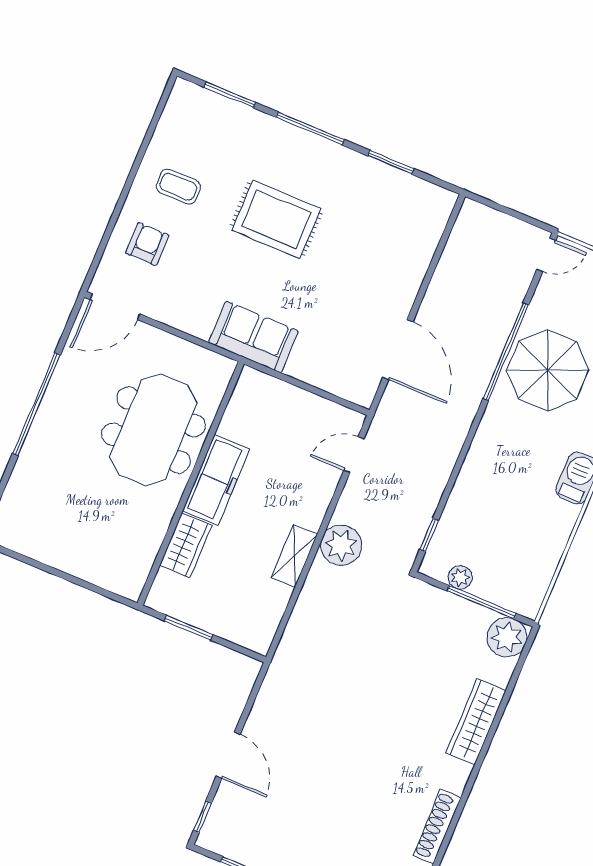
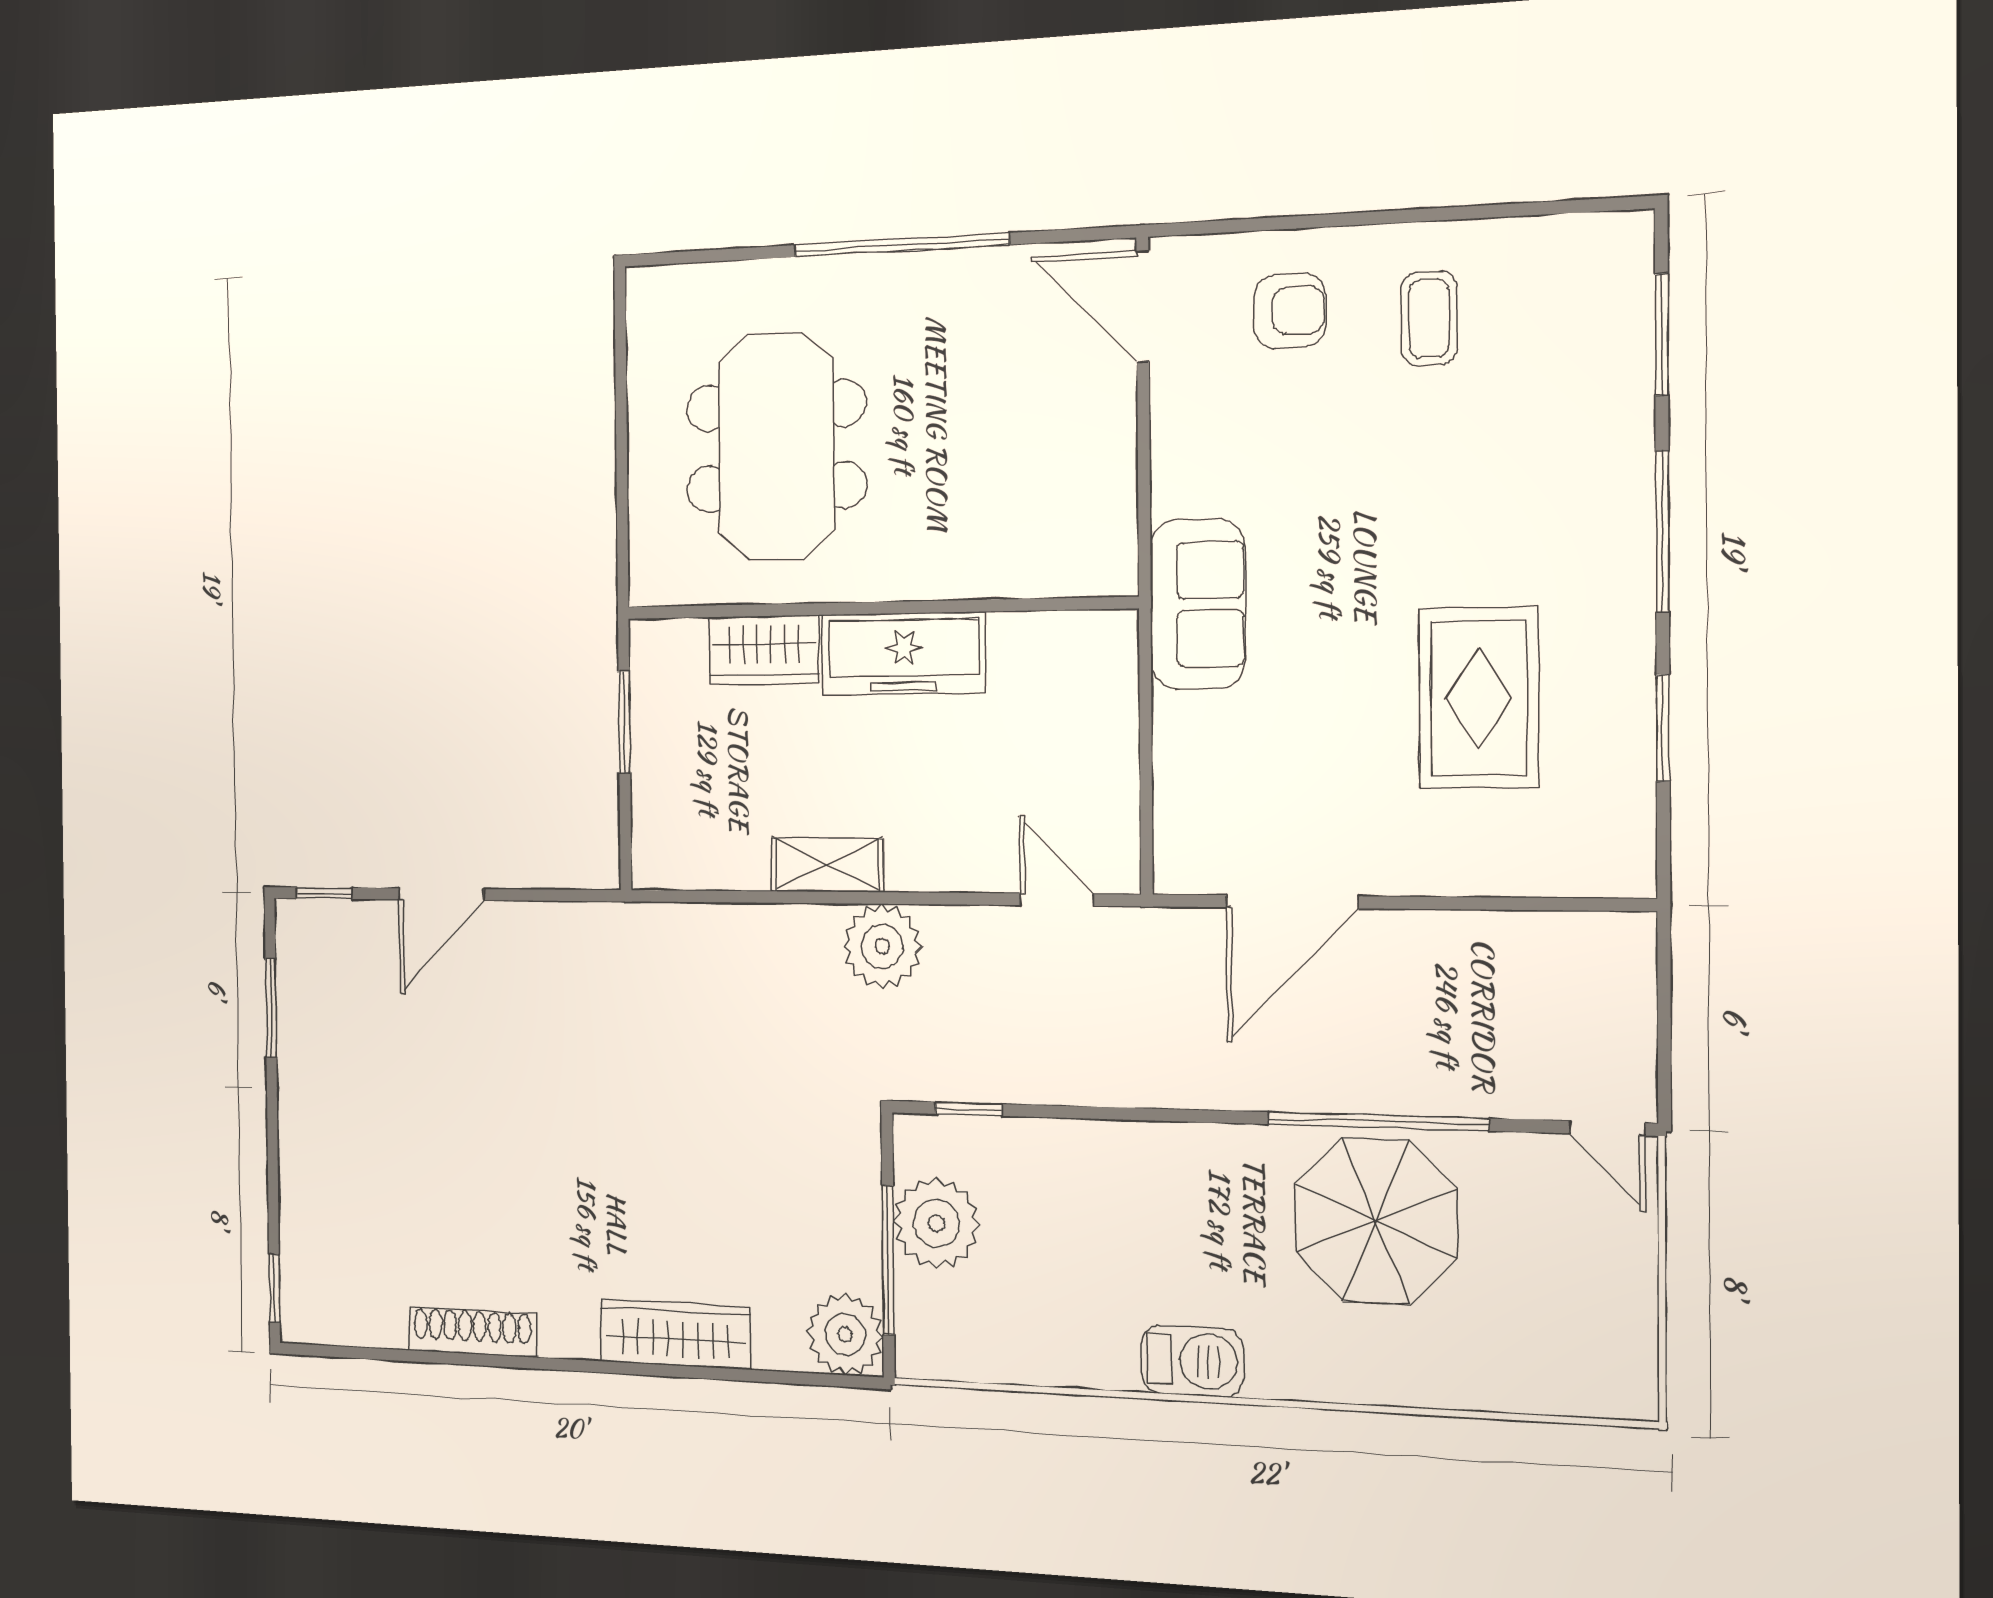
rug: (276, 219) -> (1479, 698), moved
meeting table: (153, 430) -> (776, 446), moved, turned 90
plant: (460, 577) -> (936, 1223), width x1.87, depth x1.87

